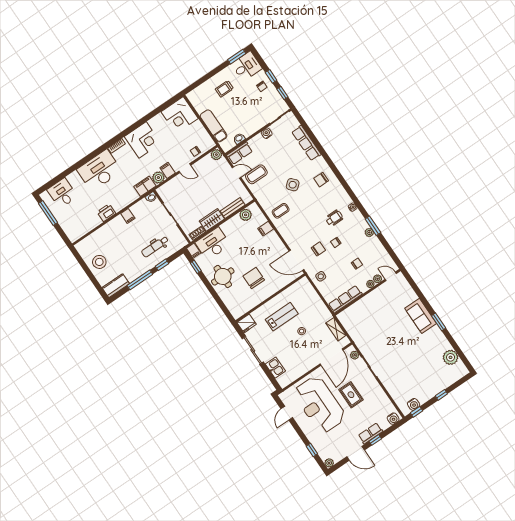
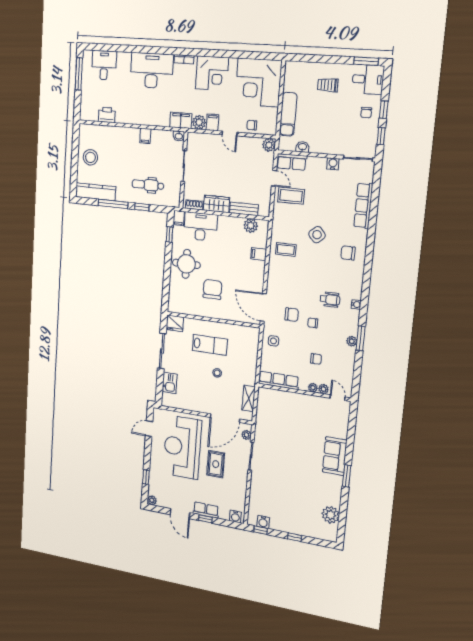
corner desk: (180, 115) -> (258, 82), width x1.36, depth x1.36
printer: (106, 213) -> (107, 115), moved
kitchen counter: (116, 286) -> (96, 192), width x1.50

